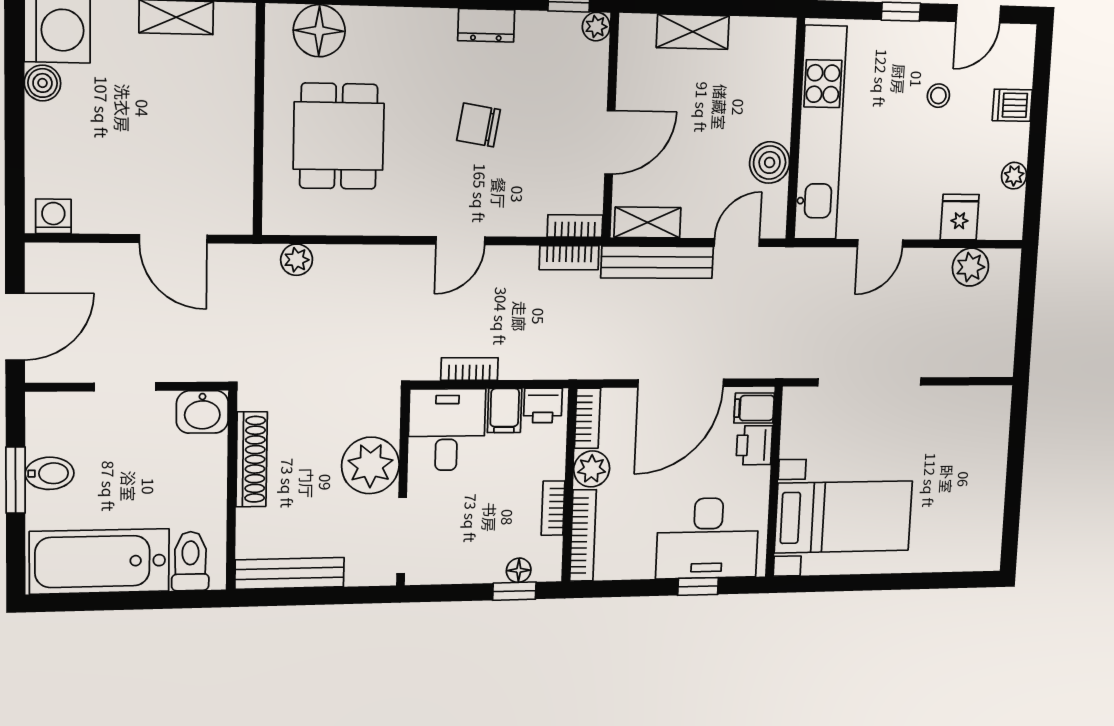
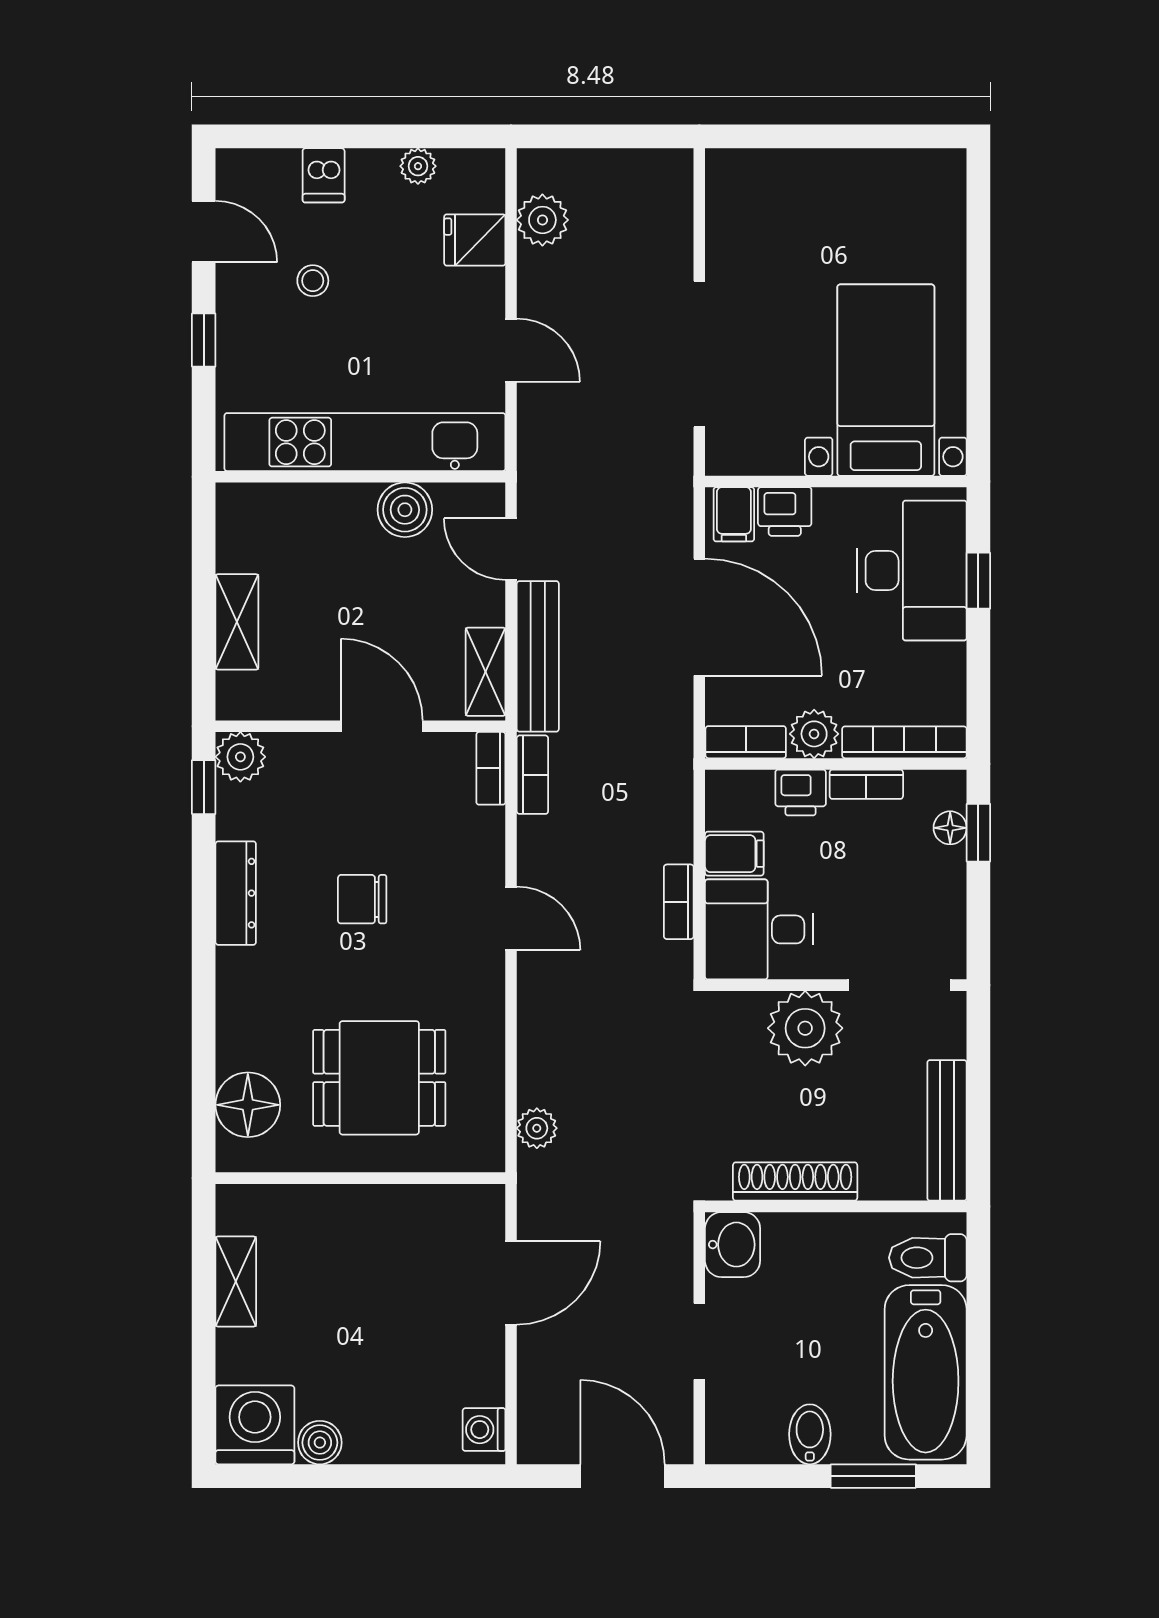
dresser: (486, 25) -> (236, 893), width x1.44
plant: (596, 27) -> (240, 757), width x1.38, depth x1.38
chair: (479, 125) -> (362, 899), turned 81
printer: (543, 405) -> (801, 793), moved, turned 90
window: (16, 480) -> (873, 1476), moved

